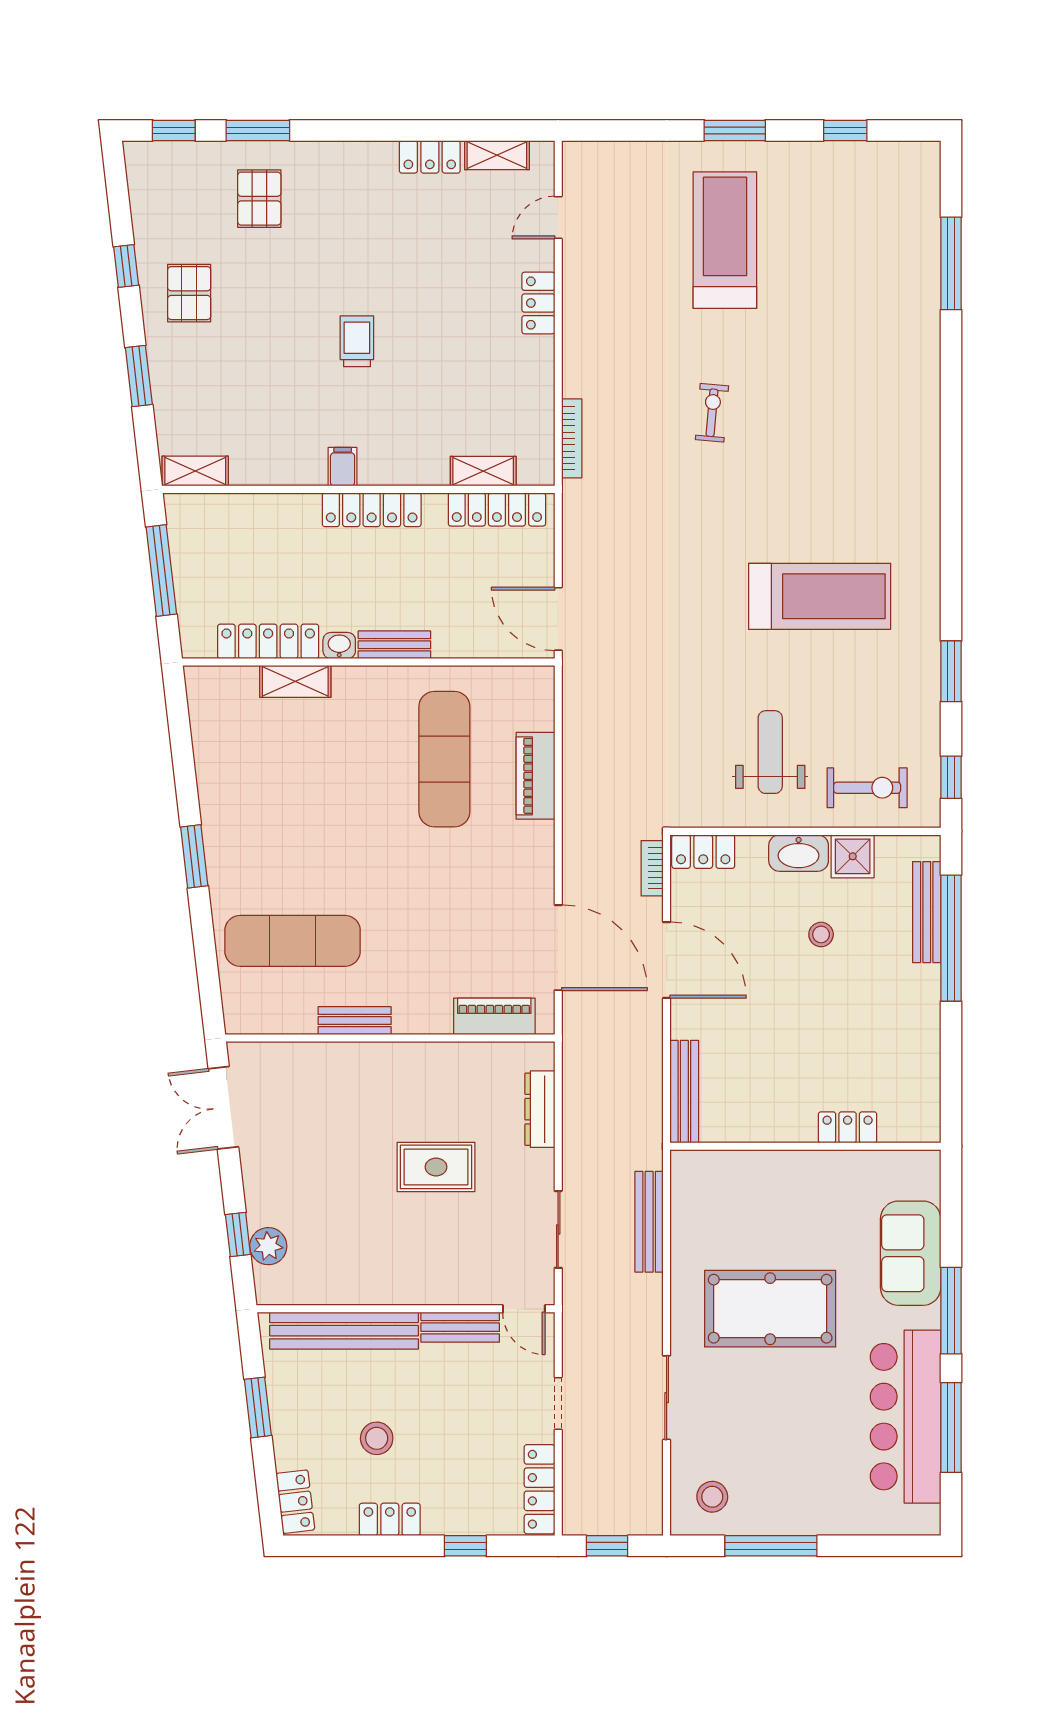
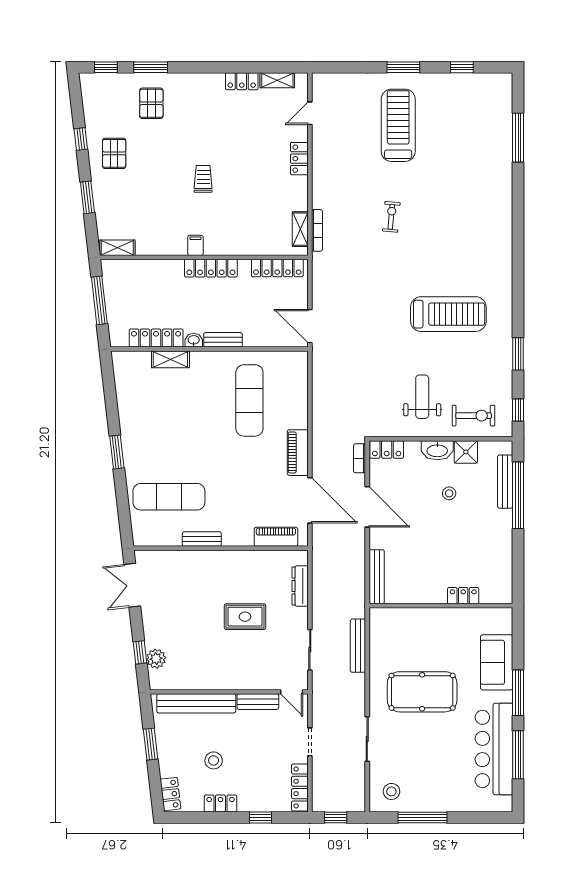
shelving: (483, 471) -> (300, 229), moved, turned 90
piano: (535, 776) -> (298, 453), moved

